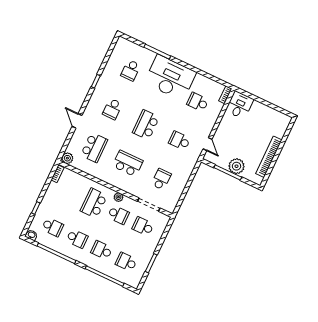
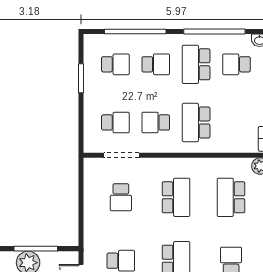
school desk: (128, 163) -> (176, 197), turned -90
plant: (118, 197) -> (167, 146), removed
school desk: (94, 203) -> (196, 122), turned 180
school desk: (77, 239) -> (196, 64), width x1.85

